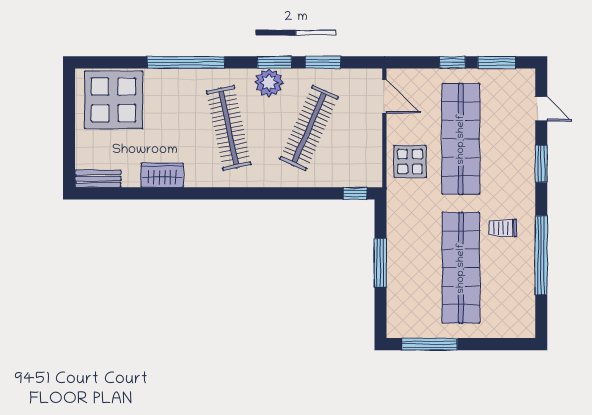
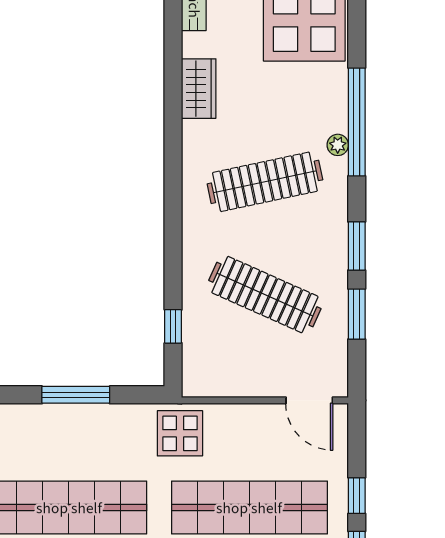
plant: (269, 83) -> (338, 145), moved, width x0.53, depth x0.53
door: (384, 96) -> (309, 400), hinge flipped
display table: (410, 162) -> (180, 433), moved
window: (355, 193) -> (173, 326), moved

